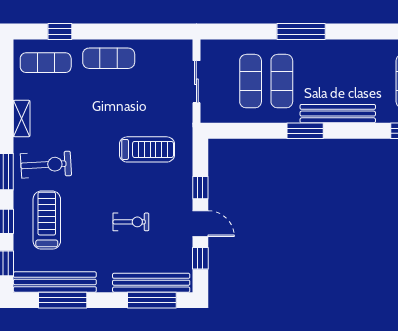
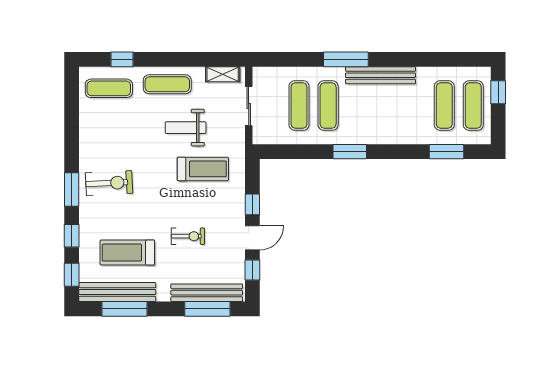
weight bench: (128, 105) -> (186, 128), added
bench: (338, 114) -> (380, 75), moved
shelving: (22, 118) -> (223, 74), moved, turned 90
treadmill: (47, 220) -> (127, 253), moved, turned -90
door: (200, 224) -> (252, 238), hinge flipped

